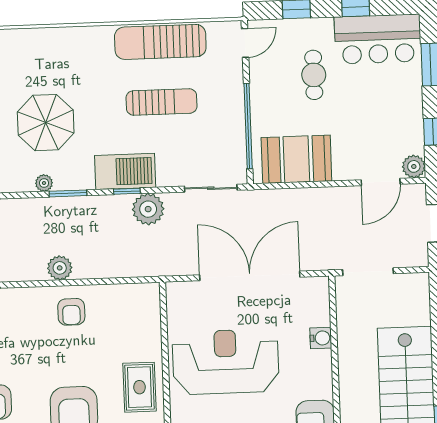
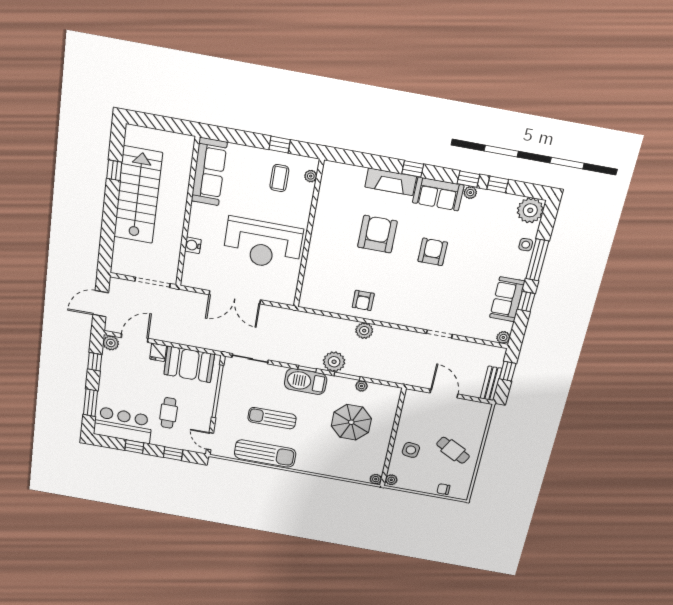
door: (245, 43) -> (210, 441), hinge flipped
fridge: (344, 168) -> (158, 352), added
plant: (148, 209) -> (334, 362), moved
double door: (250, 276) -> (235, 297), width x0.73
armchair: (71, 312) -> (363, 300), turned 180
rug: (140, 387) -> (327, 240), removed

